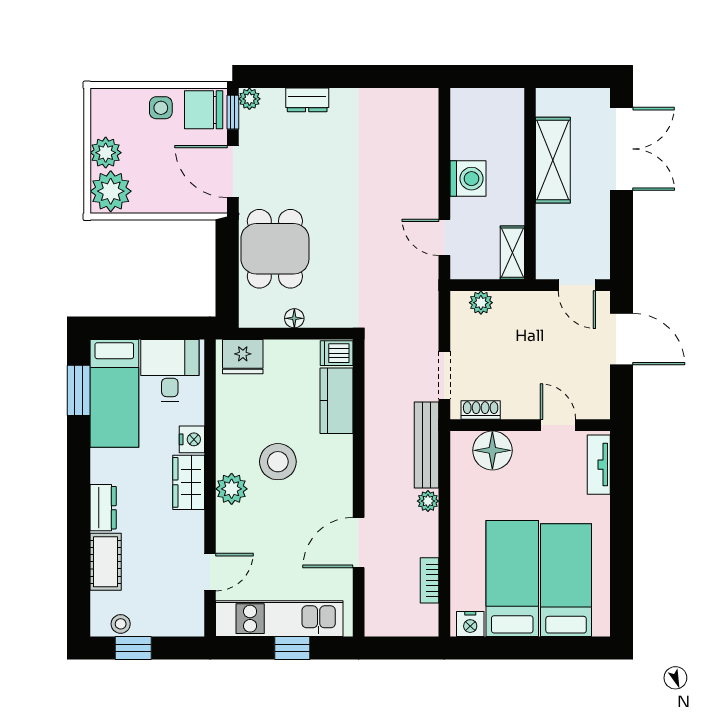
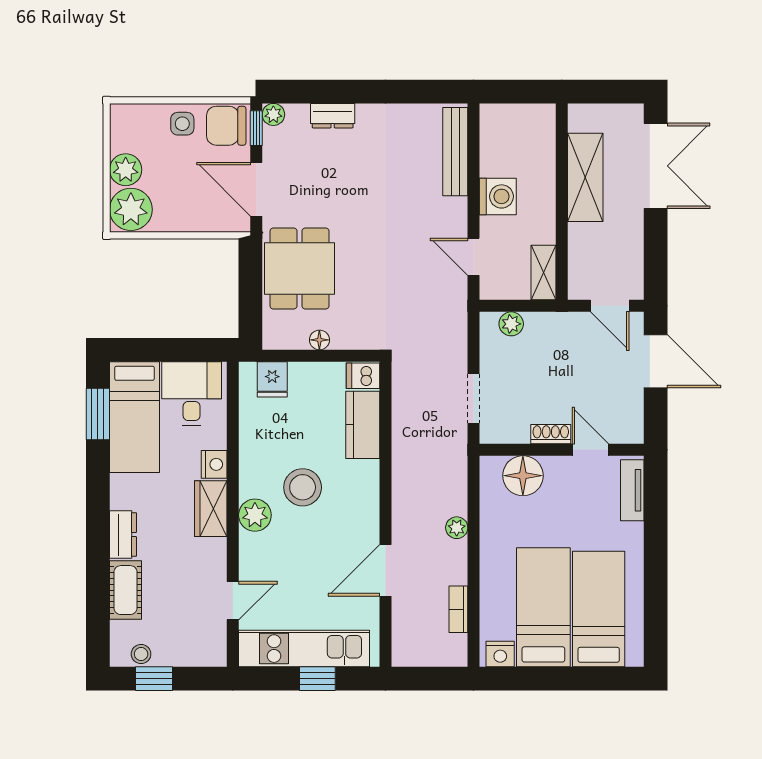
fridge: (243, 357) -> (272, 379), width x0.72
shoe rack: (481, 410) -> (551, 434), moved
bench: (427, 445) -> (455, 152), moved

